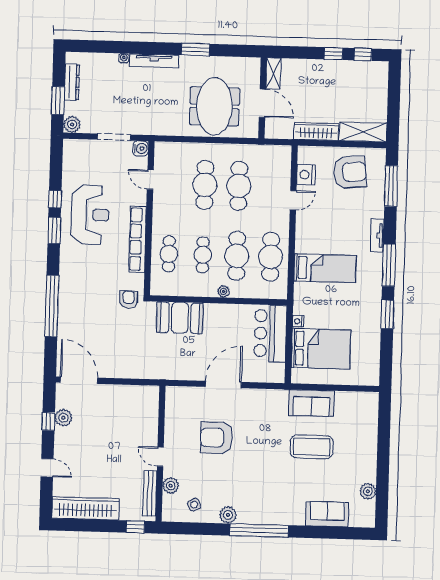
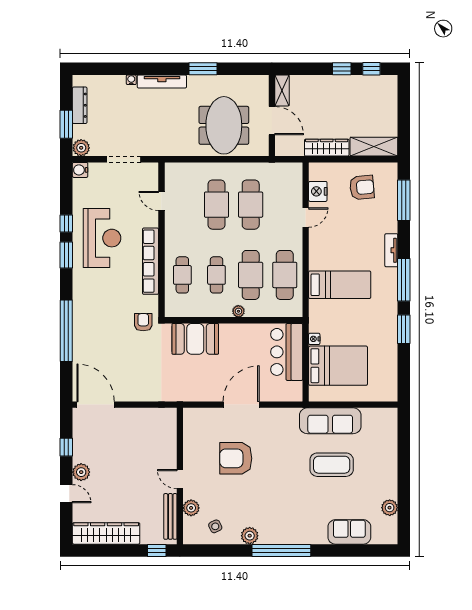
water cooler: (141, 148) -> (80, 170), moved, turned 180
armchair: (350, 172) -> (362, 187), width x0.73, depth x0.73
sofa: (311, 403) -> (330, 421), width x1.36
plant: (63, 418) -> (81, 472), moved

